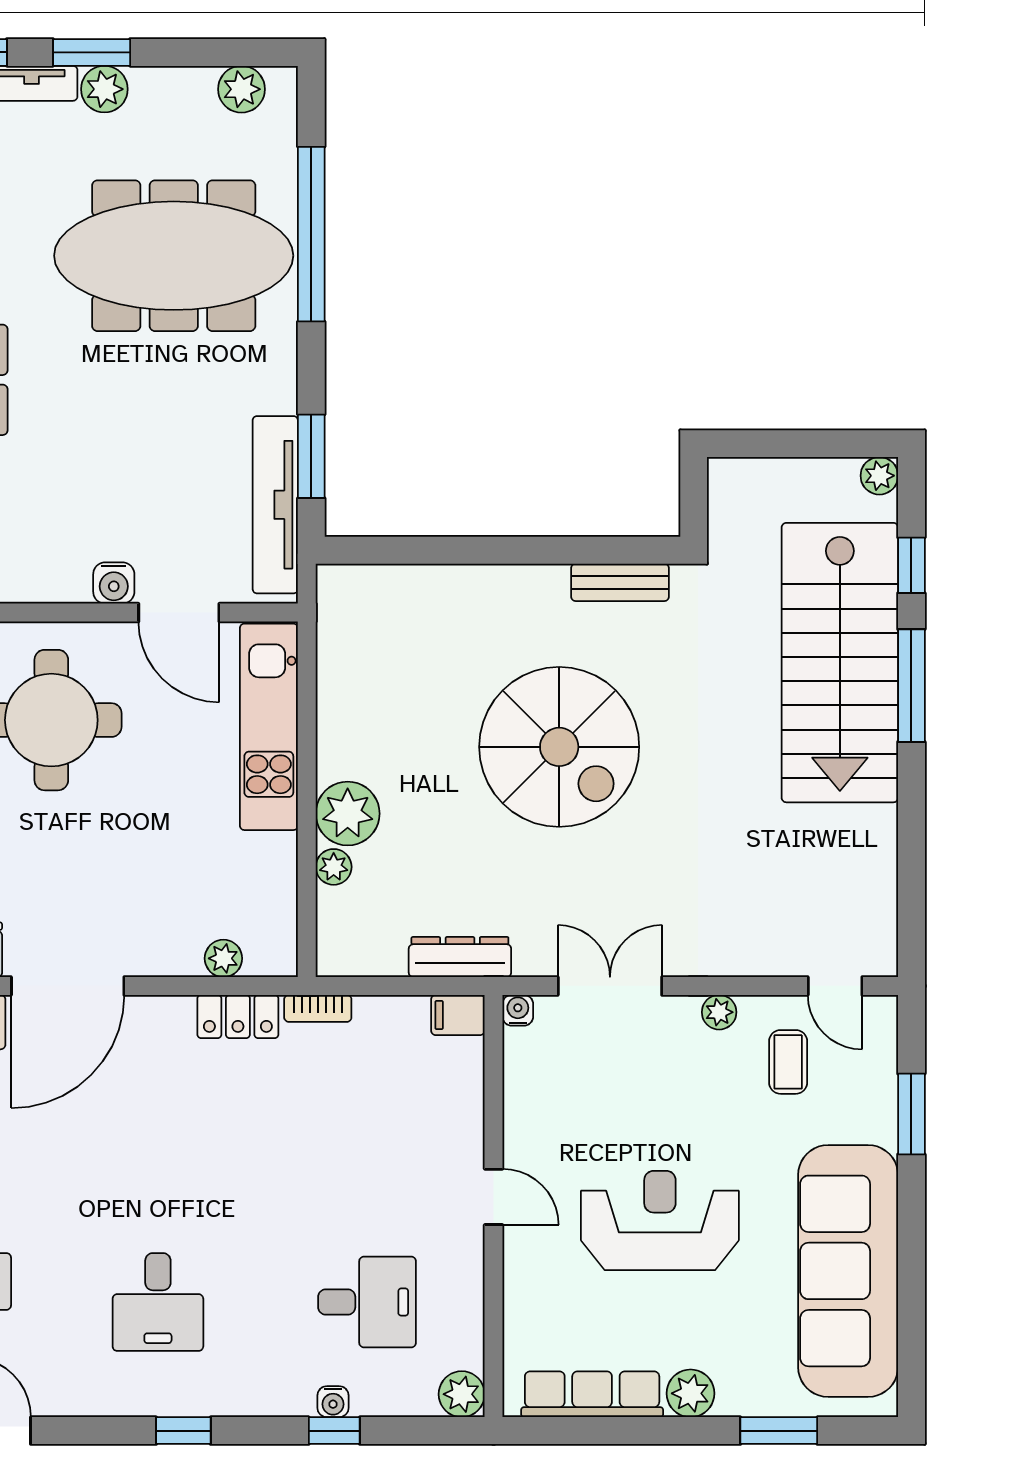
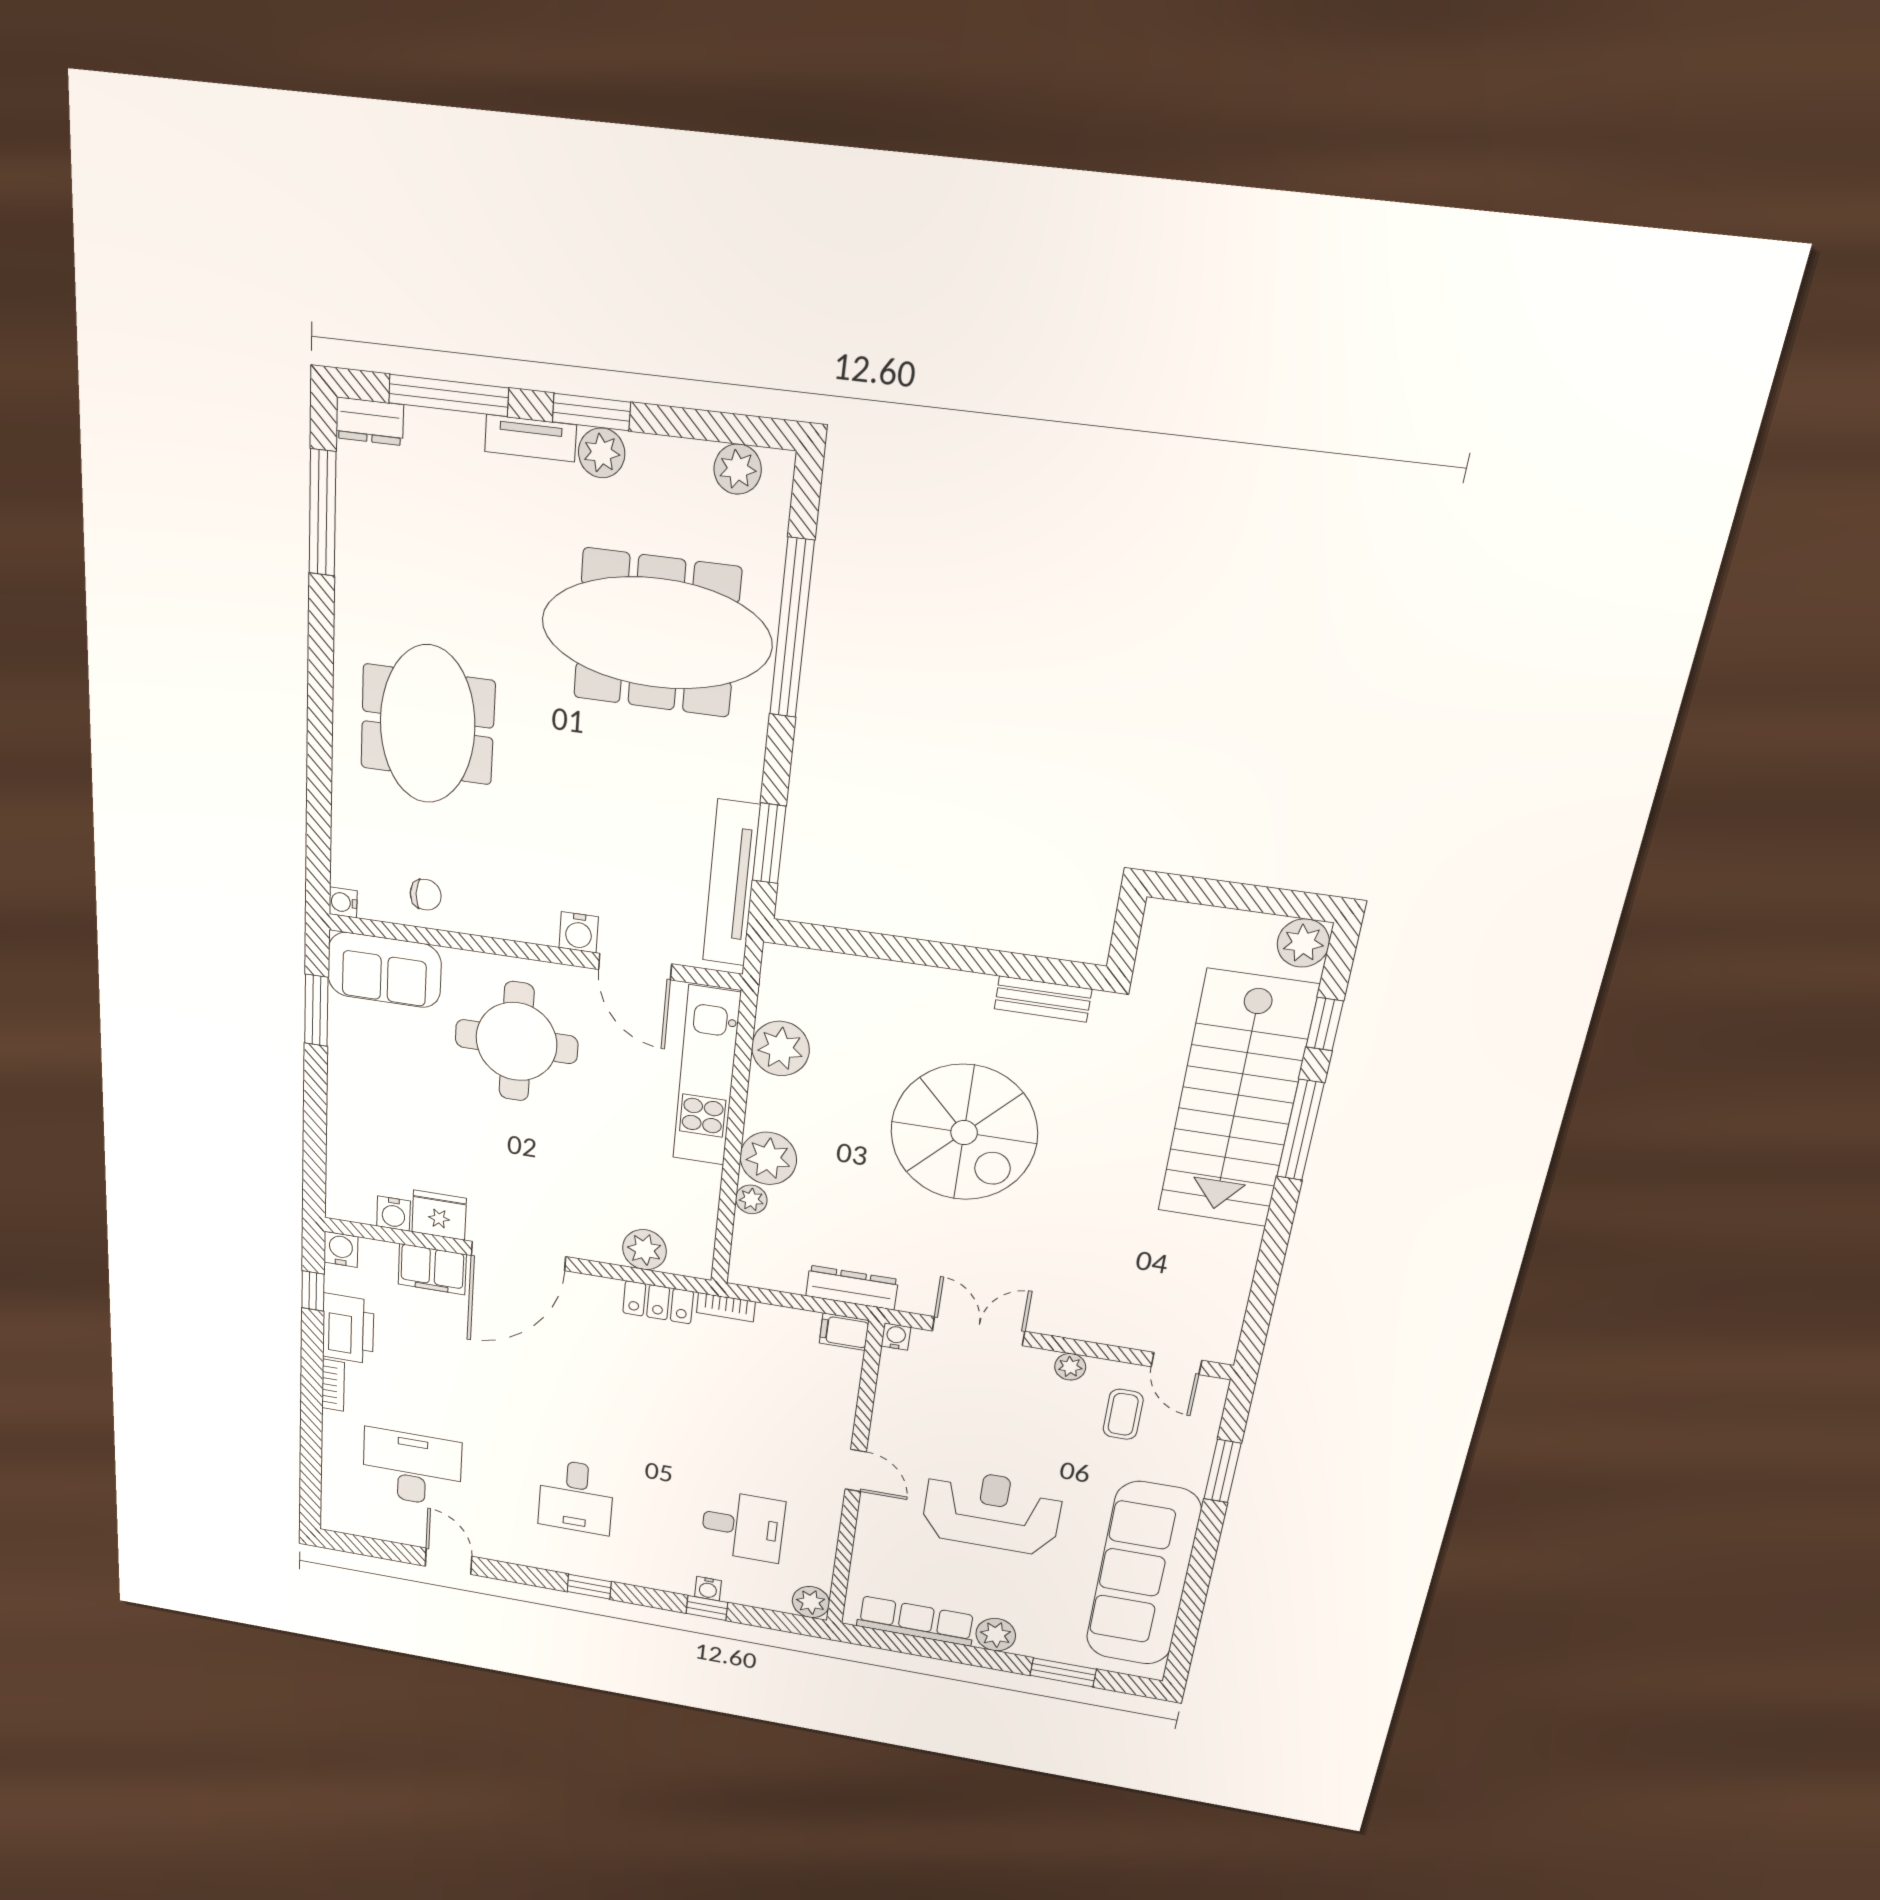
plant: (879, 476) -> (1303, 943), width x1.38, depth x1.38
plant: (347, 682) -> (780, 1049), added
plant: (223, 958) -> (645, 1250), width x1.38, depth x1.38

